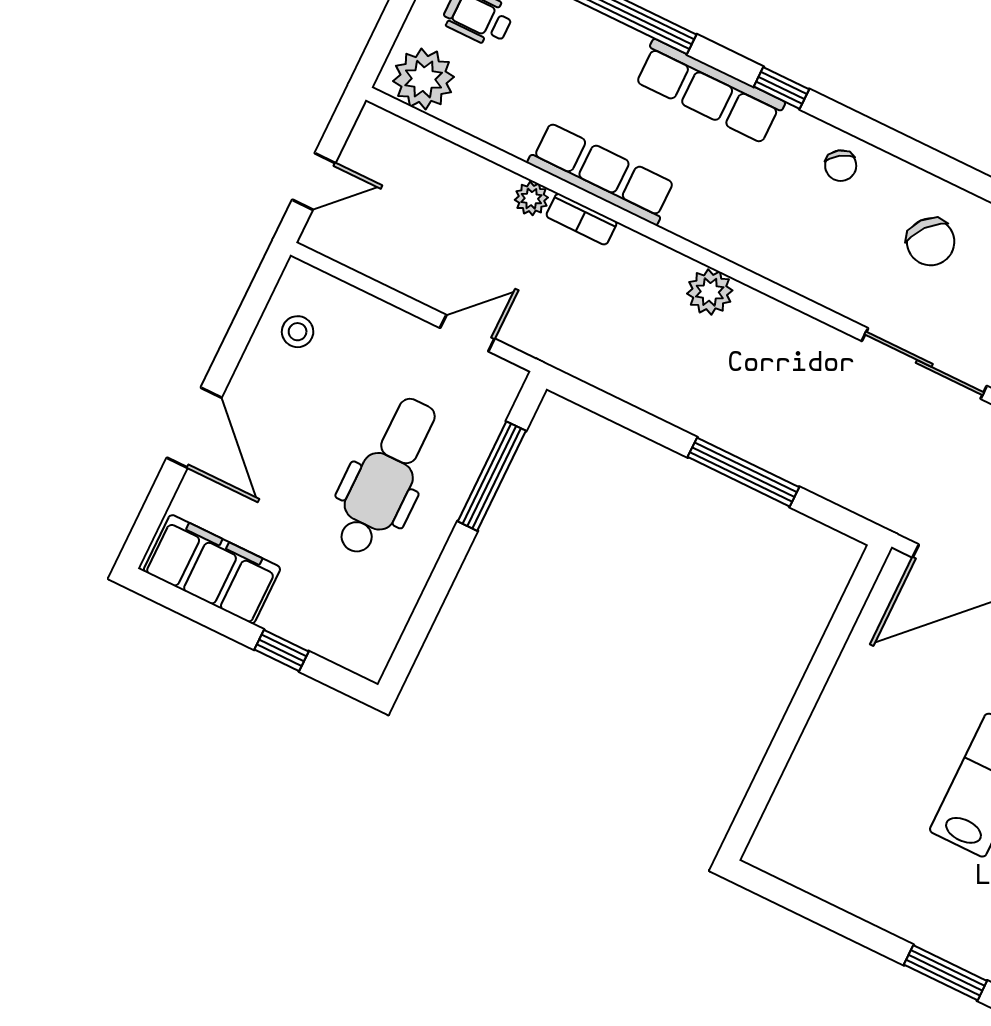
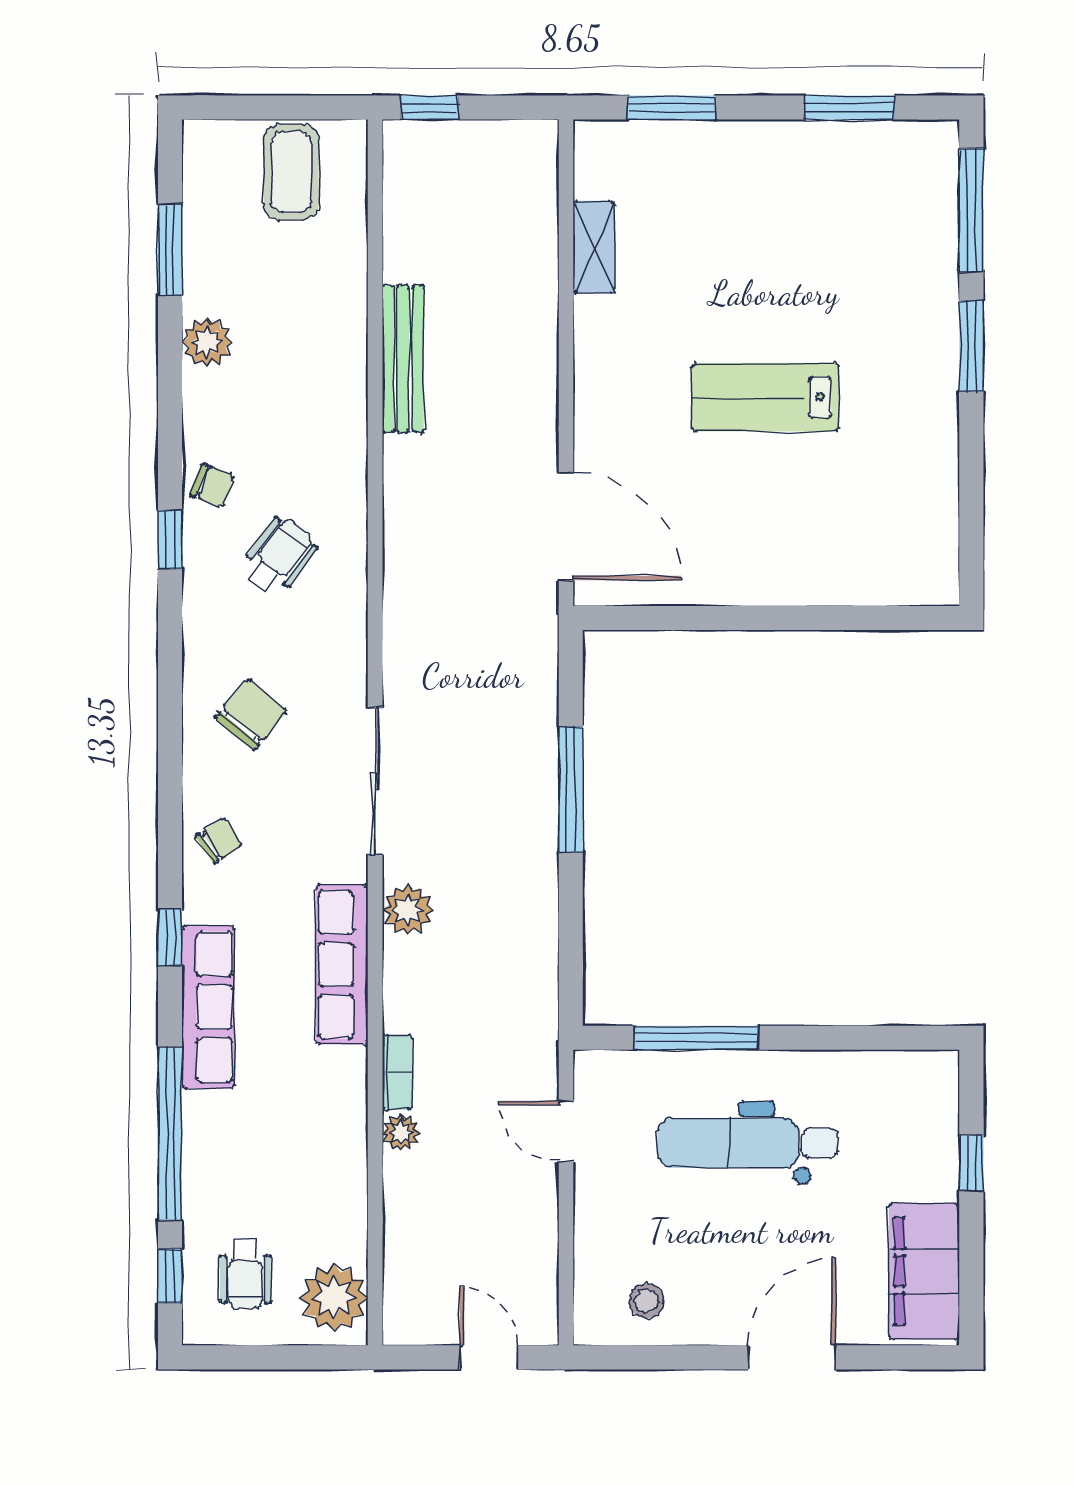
row of seats: (602, 174) -> (342, 965), moved
sliding door: (924, 363) -> (375, 781), moved

